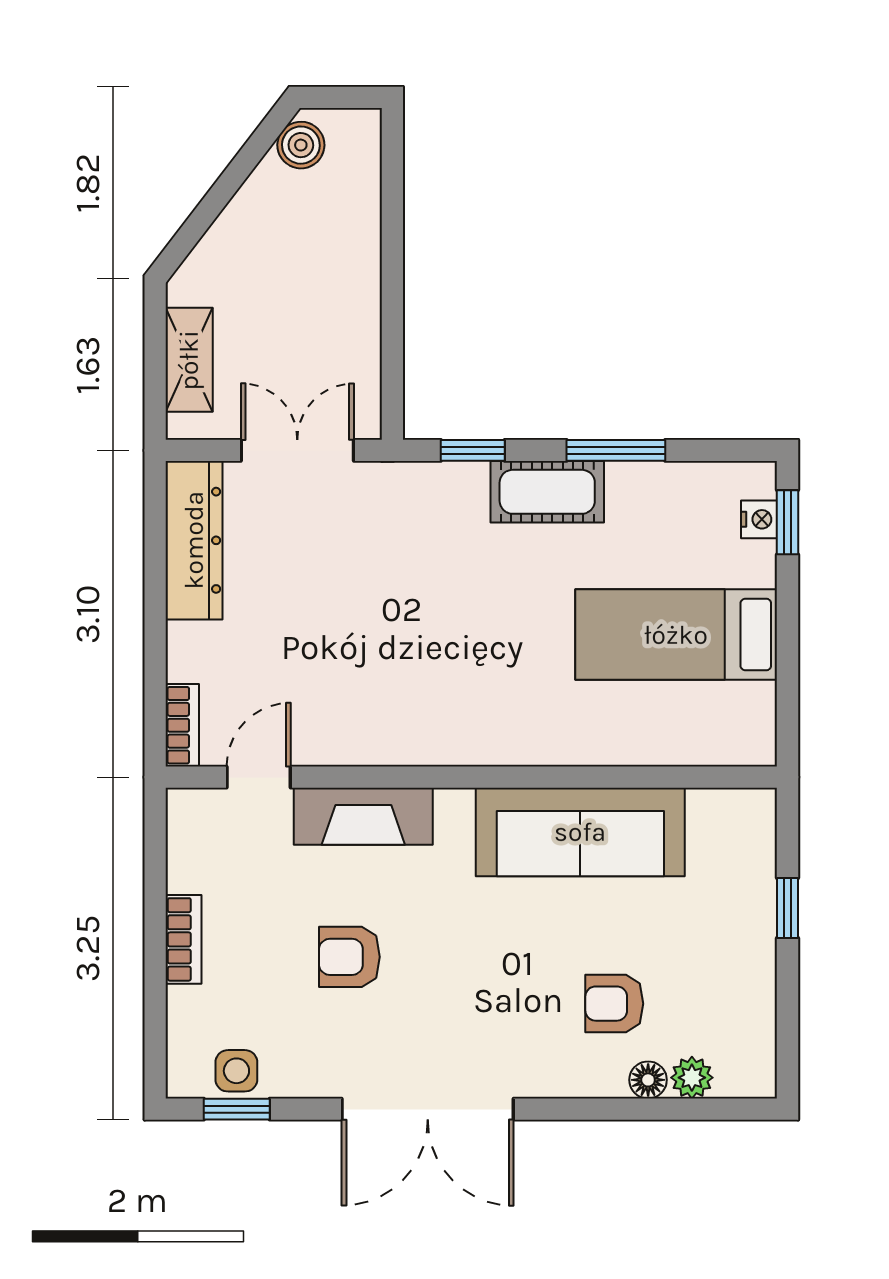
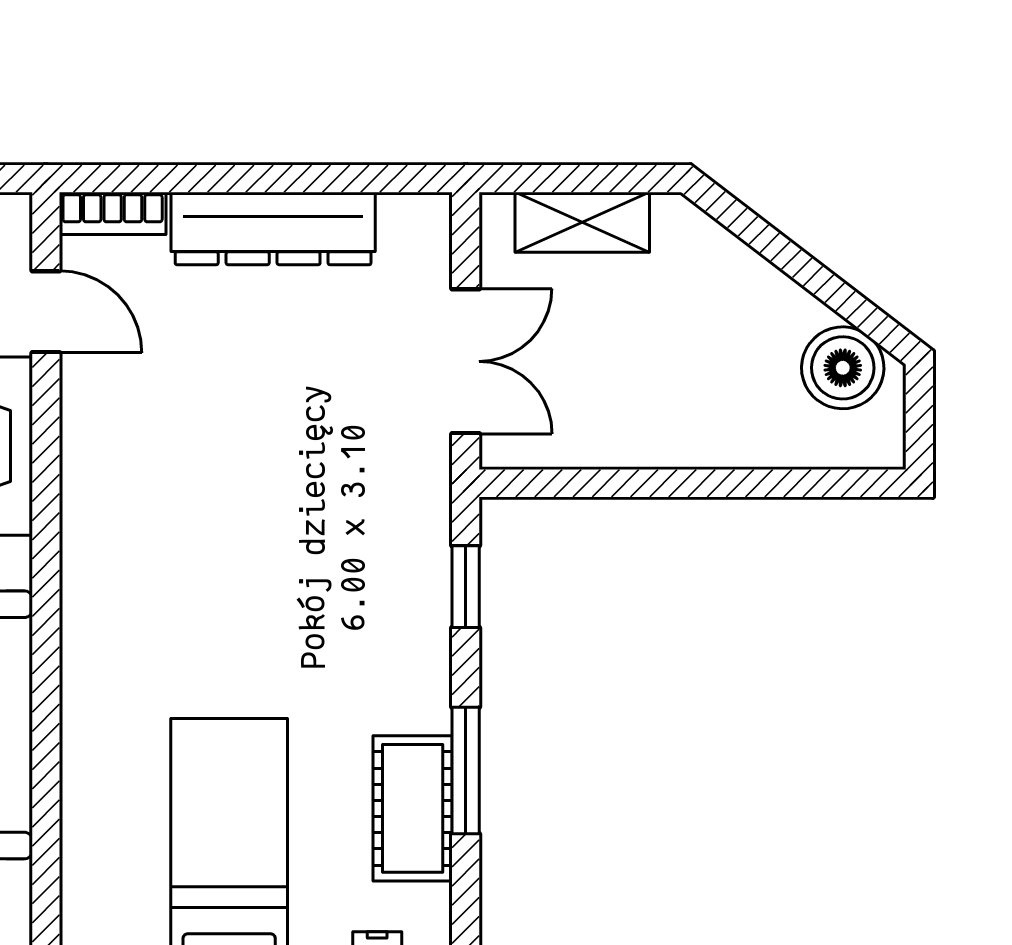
boiler: (301, 145) -> (843, 368), width x1.36, depth x1.36
cot: (547, 492) -> (413, 808), moved
dresser: (194, 540) -> (273, 228), moved

